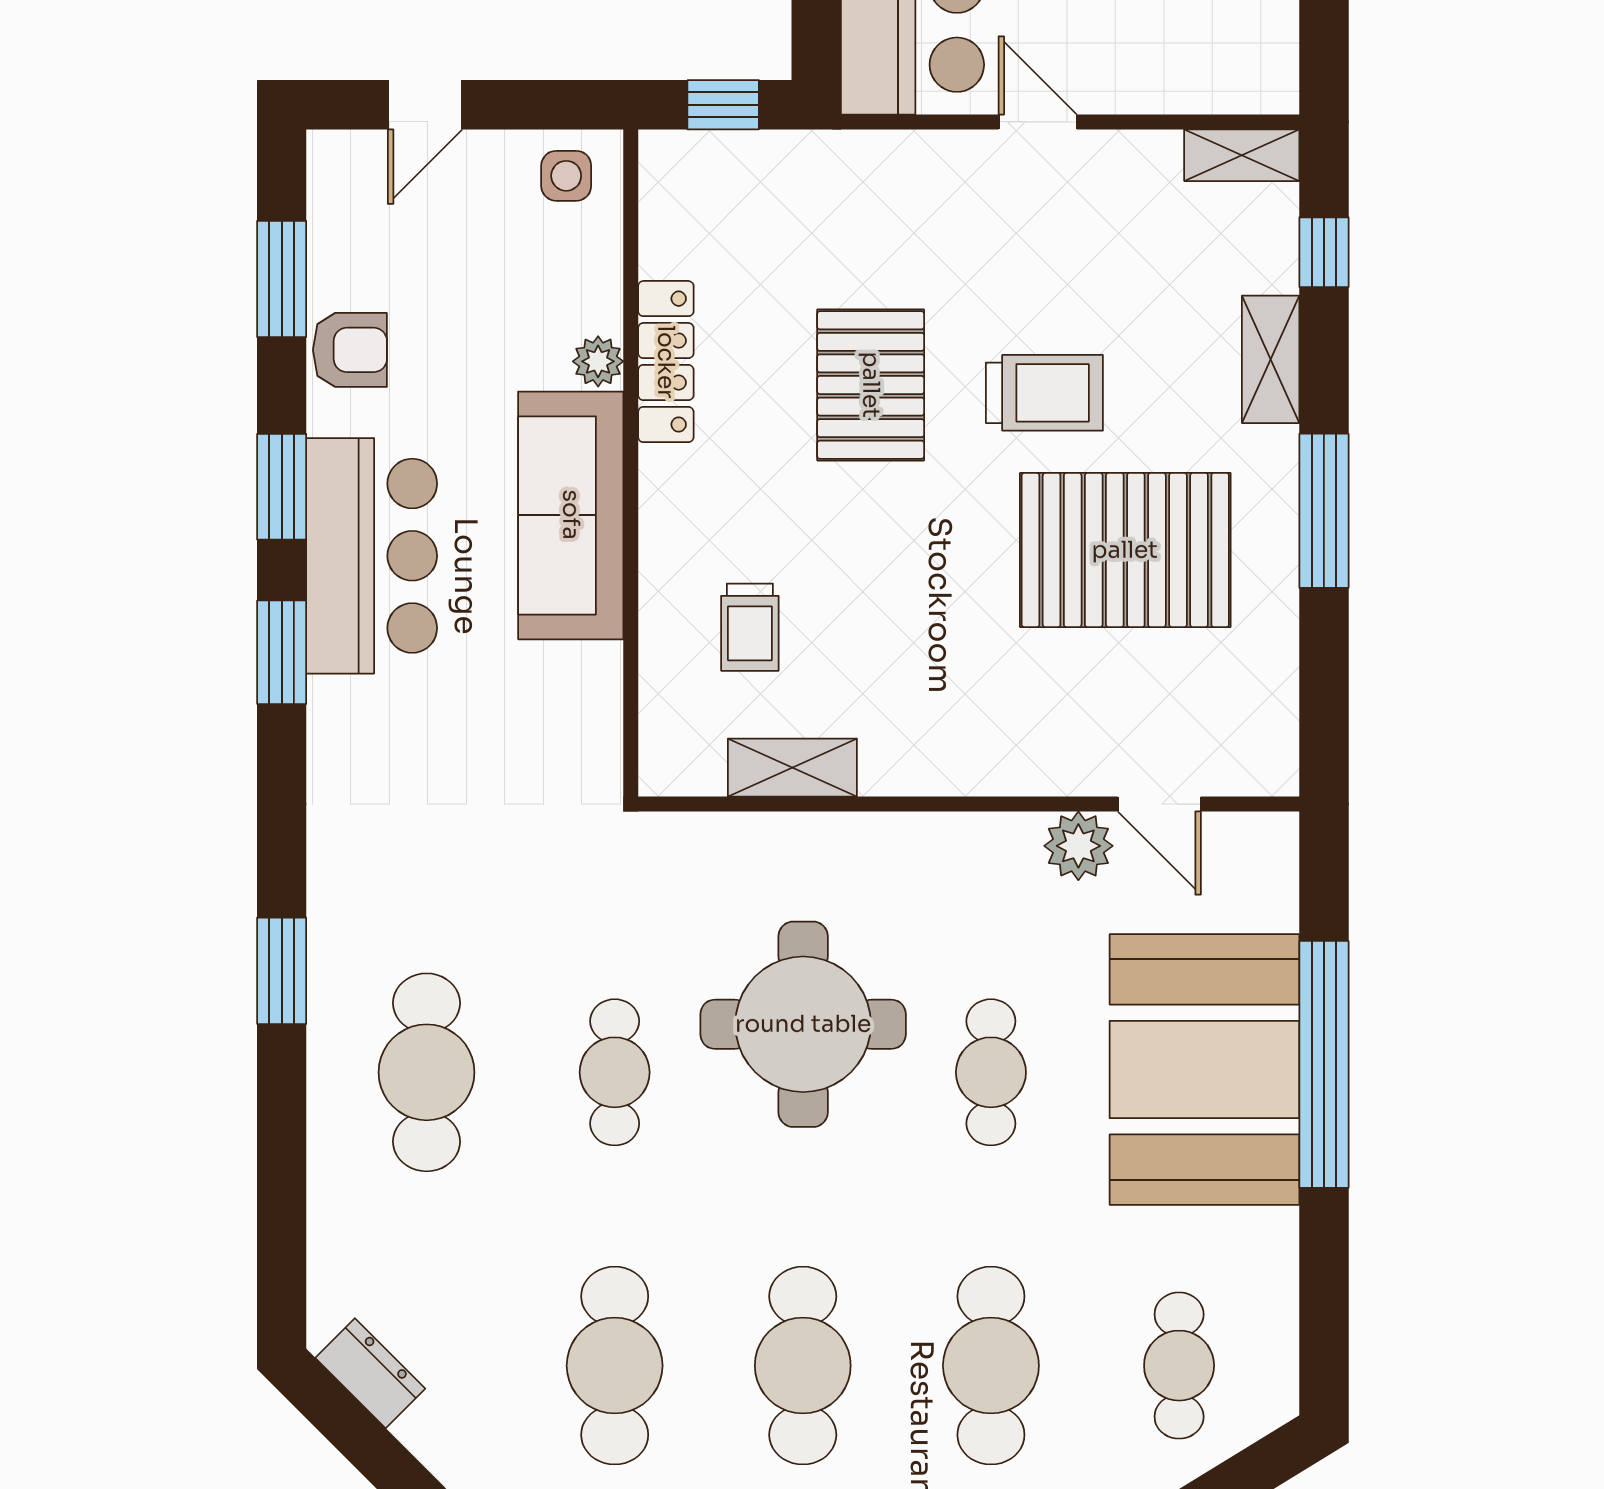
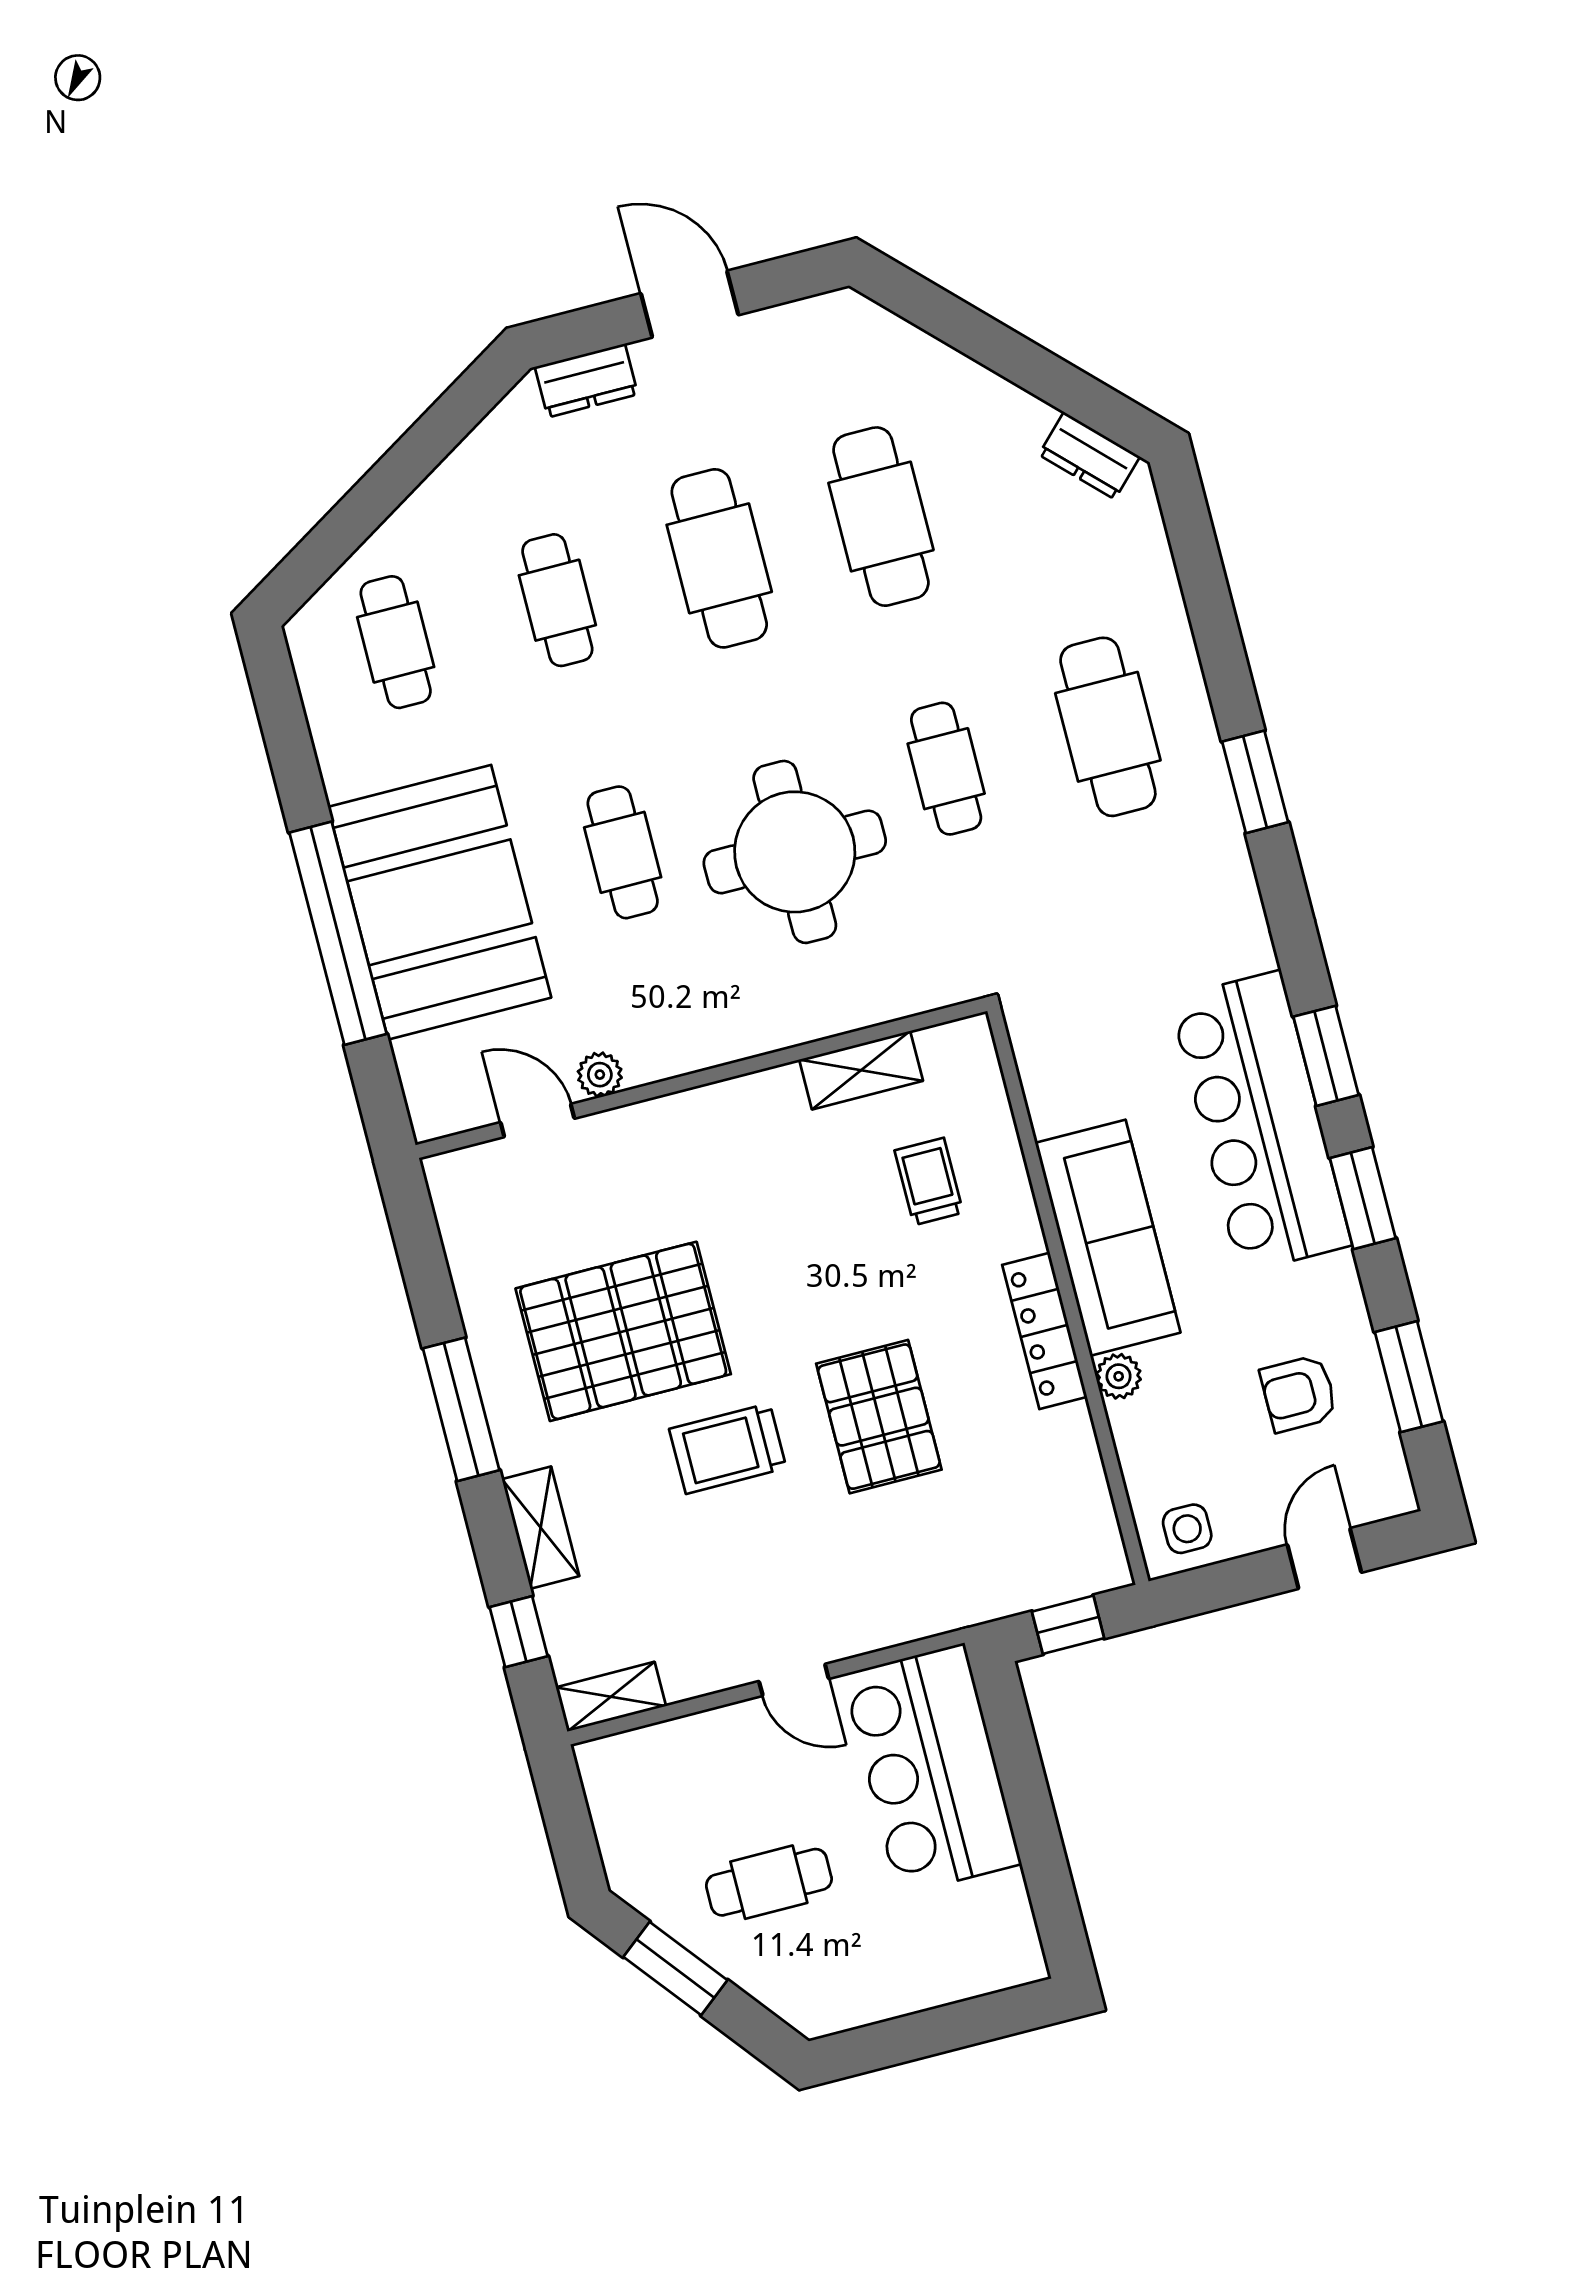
armchair: (350, 350) -> (1299, 1393), moved
locker: (666, 362) -> (1045, 1331), moved
bar counter: (372, 556) -> (1260, 1122), width x1.36
plant: (1078, 846) -> (600, 1075), width x0.73, depth x0.73
cafe table: (991, 1366) -> (557, 600), width x0.73, depth x0.74

